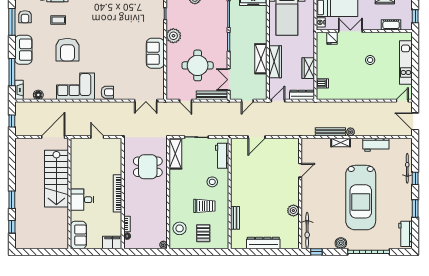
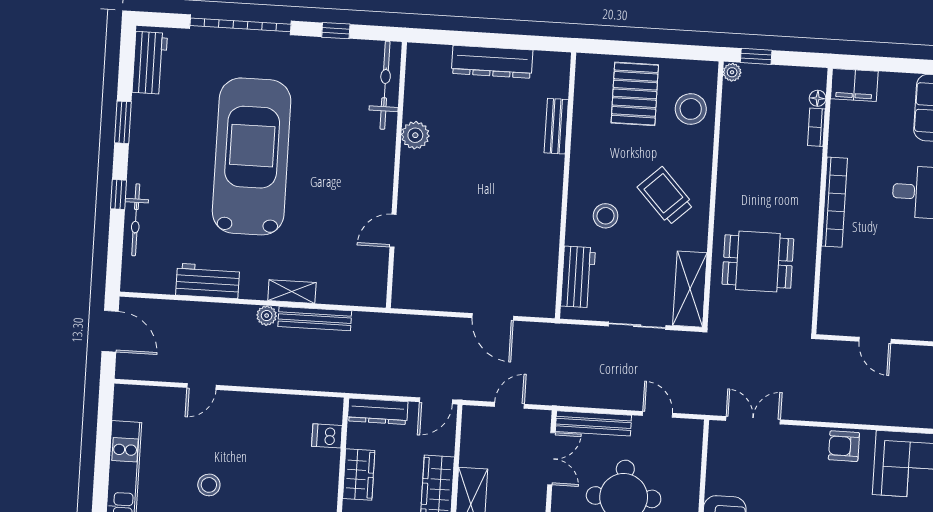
door: (402, 101) -> (202, 386), moved
door: (256, 137) -> (493, 317), swing flipped
trolley: (204, 206) -> (666, 196), moved, turned 47
pallet: (203, 233) -> (635, 94), width x1.50, depth x1.42
boiler: (341, 243) -> (306, 50), removed
window: (154, 252) -> (756, 56), added
window: (316, 252) -> (336, 31), moved

